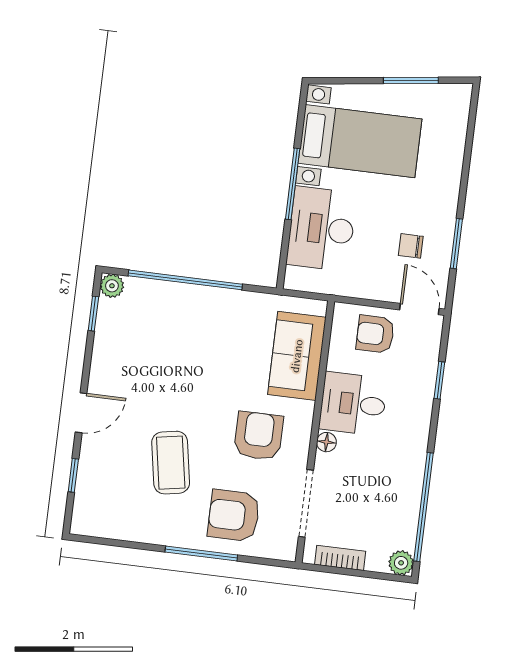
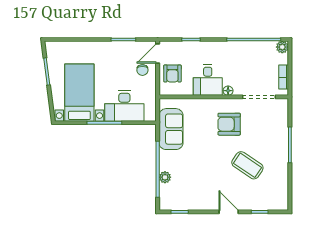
chair: (411, 246) -> (142, 70), moved
plant: (112, 286) -> (165, 177), moved
sofa: (297, 356) -> (171, 129), moved, turned -90
coffee table: (171, 463) -> (247, 165), turned 44
armchair: (234, 516) -> (269, 131), removed

